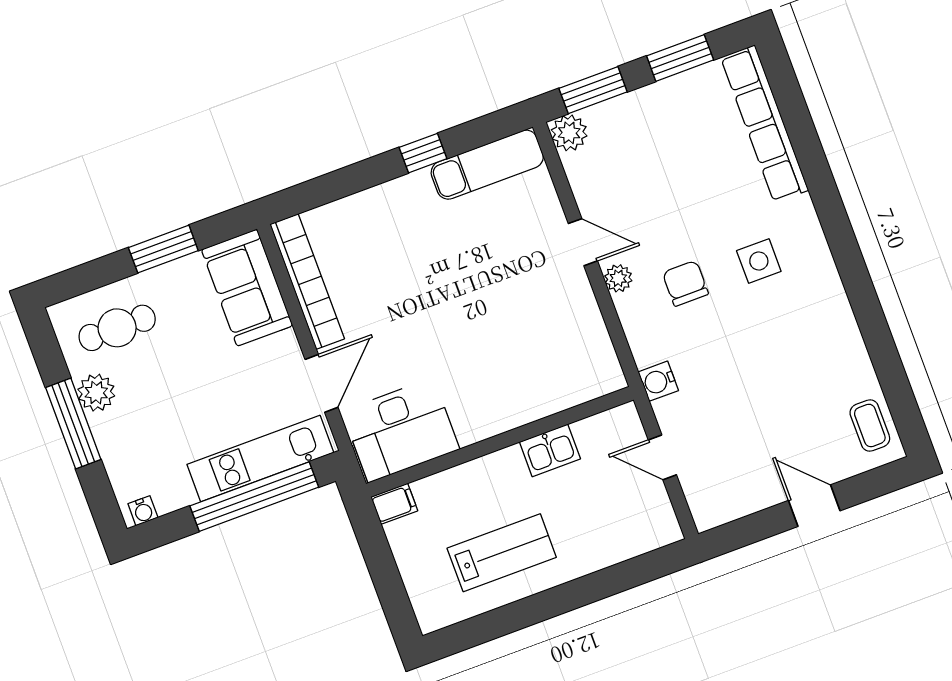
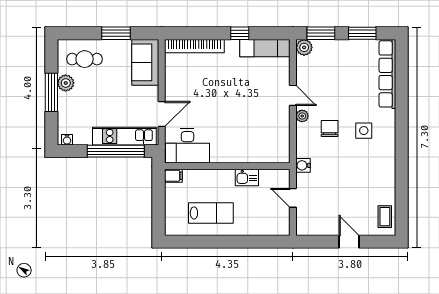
bookcase: (307, 282) -> (194, 46), moved, turned 90

